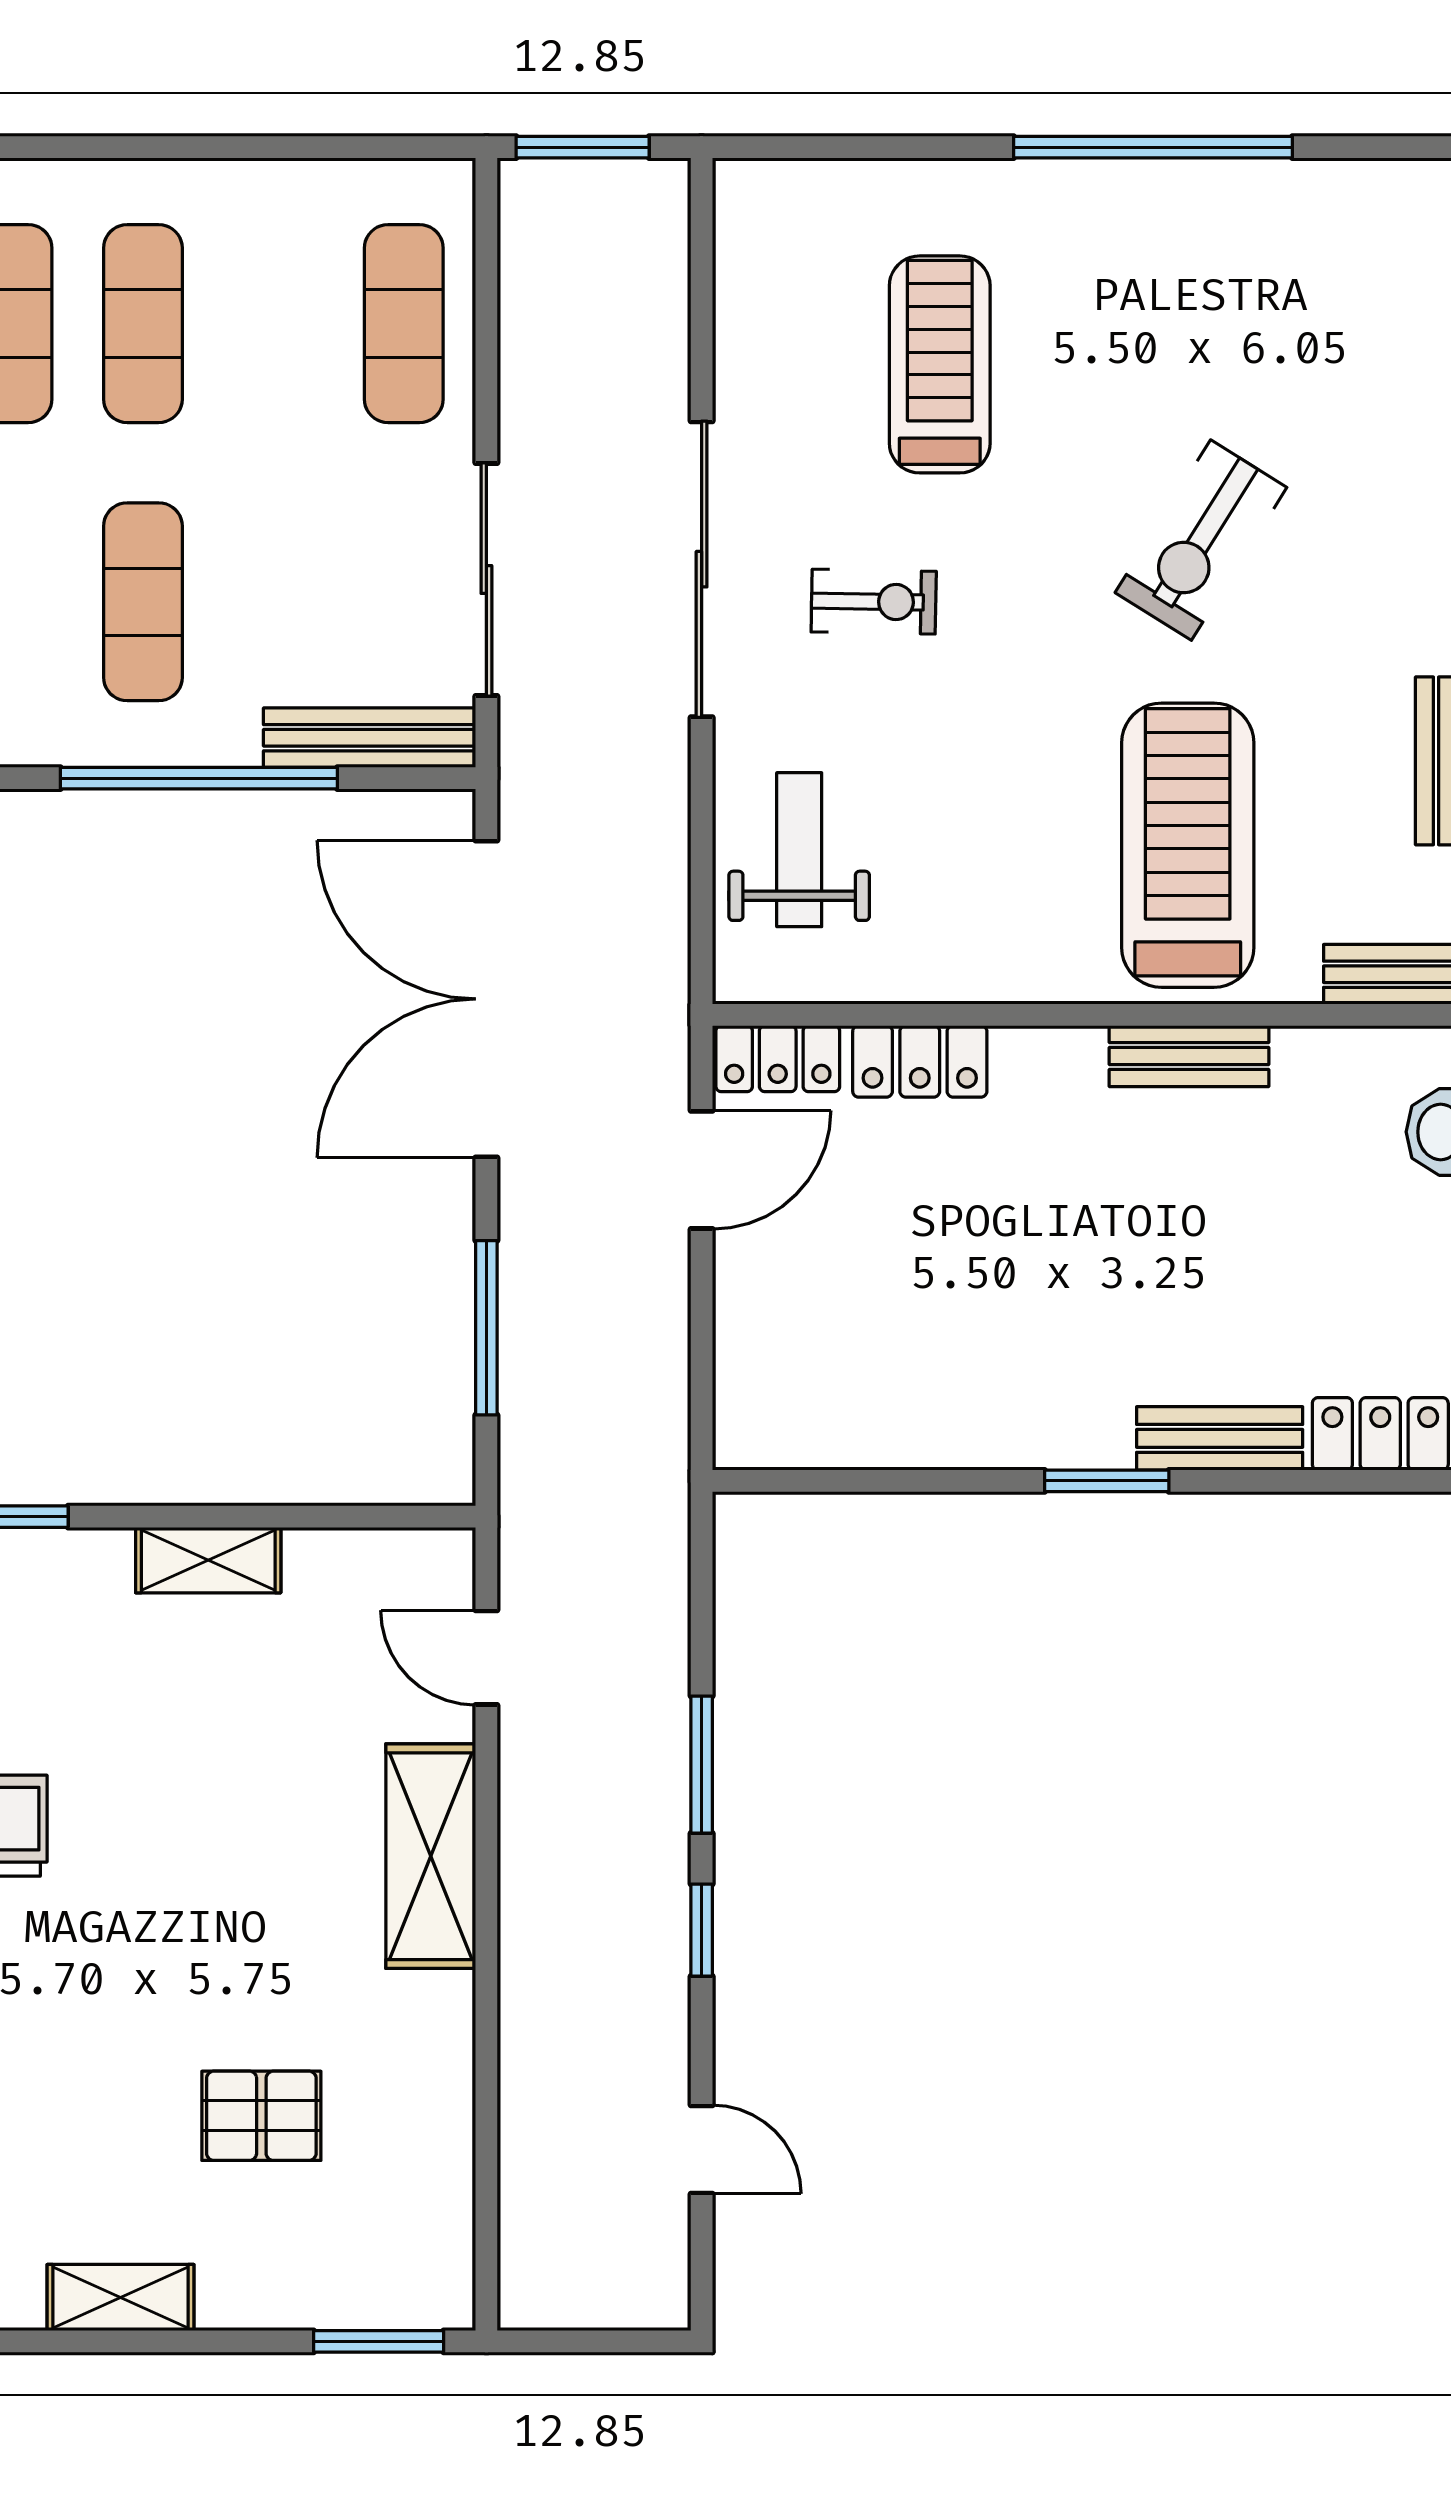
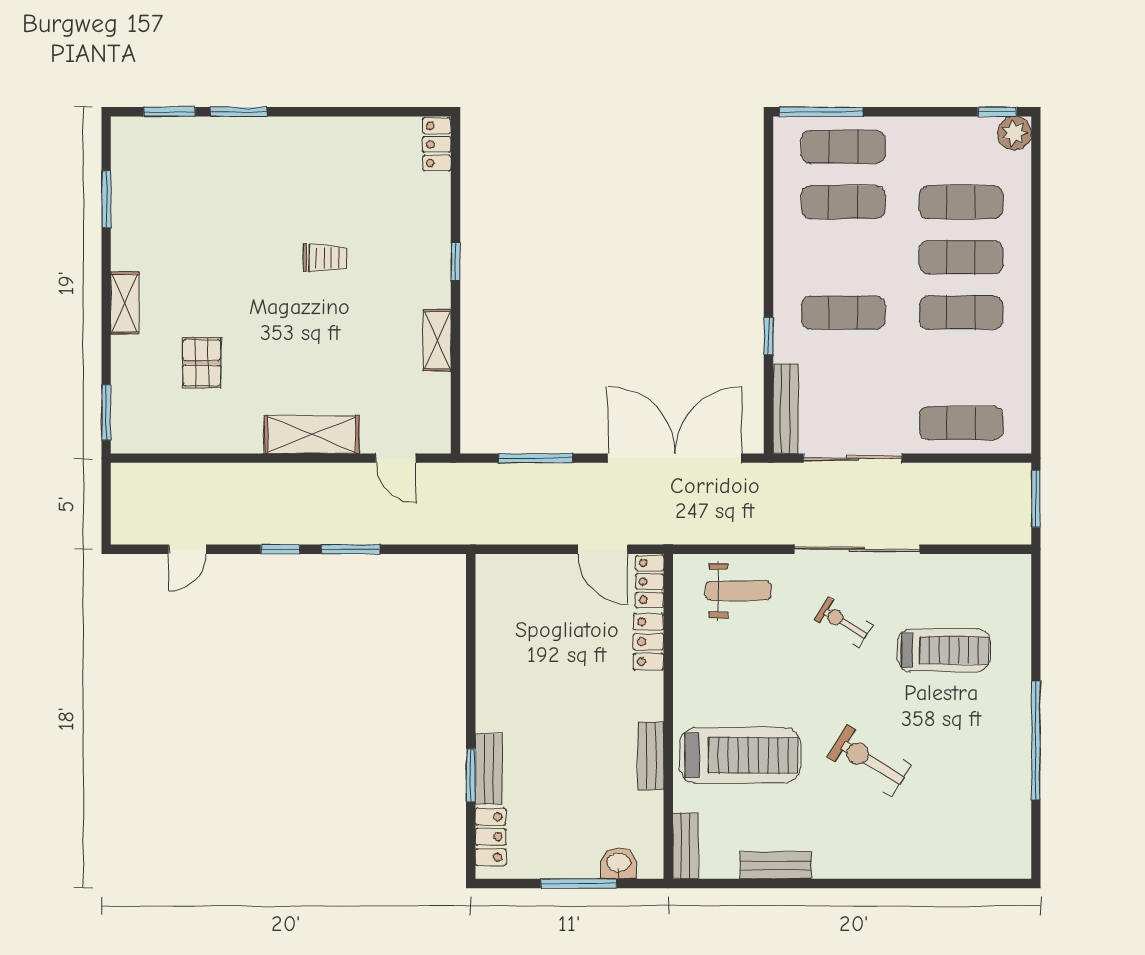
exercise bike: (874, 602) -> (843, 622), turned 121
window: (199, 778) -> (768, 336), width x0.32
window: (1107, 1481) -> (471, 775), moved
door: (486, 1658) -> (396, 458), swing flipped

